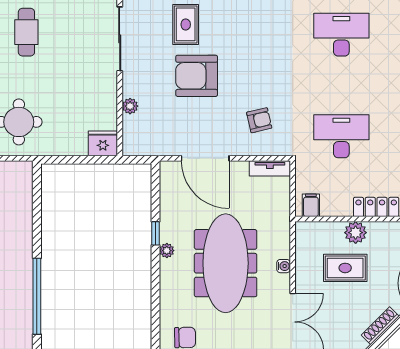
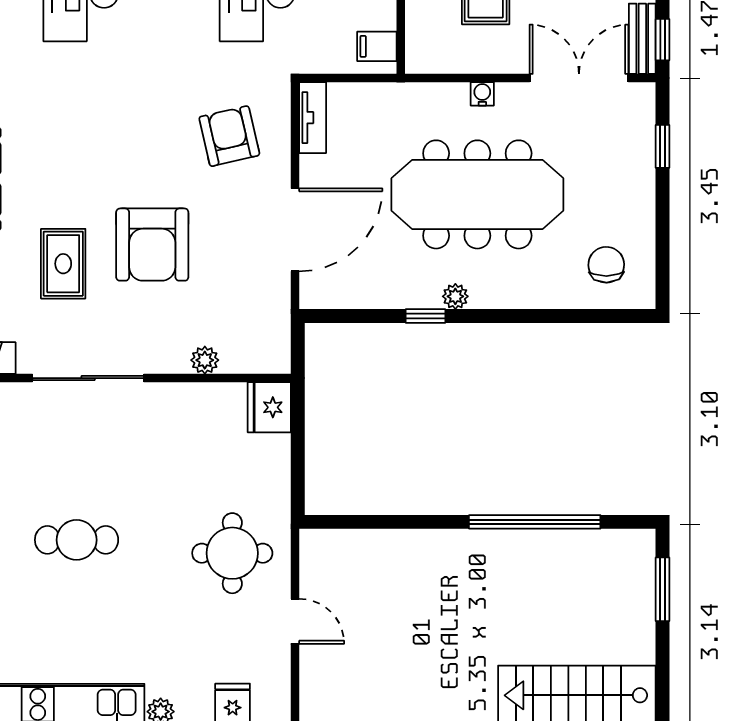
rug: (186, 24) -> (63, 264), turned 90
armchair: (259, 120) -> (229, 136), width x1.38, depth x1.38

